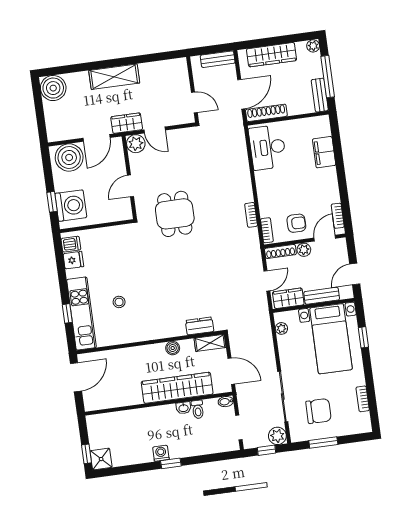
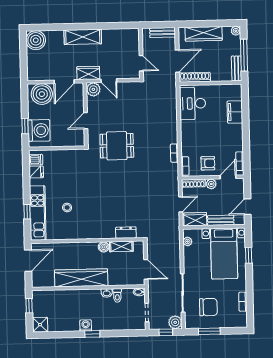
dining table: (175, 214) -> (117, 146), turned 90
shelving: (210, 343) -> (121, 246), moved
wardrobe: (177, 388) -> (81, 278), moved
window: (86, 454) -> (29, 306), moved

